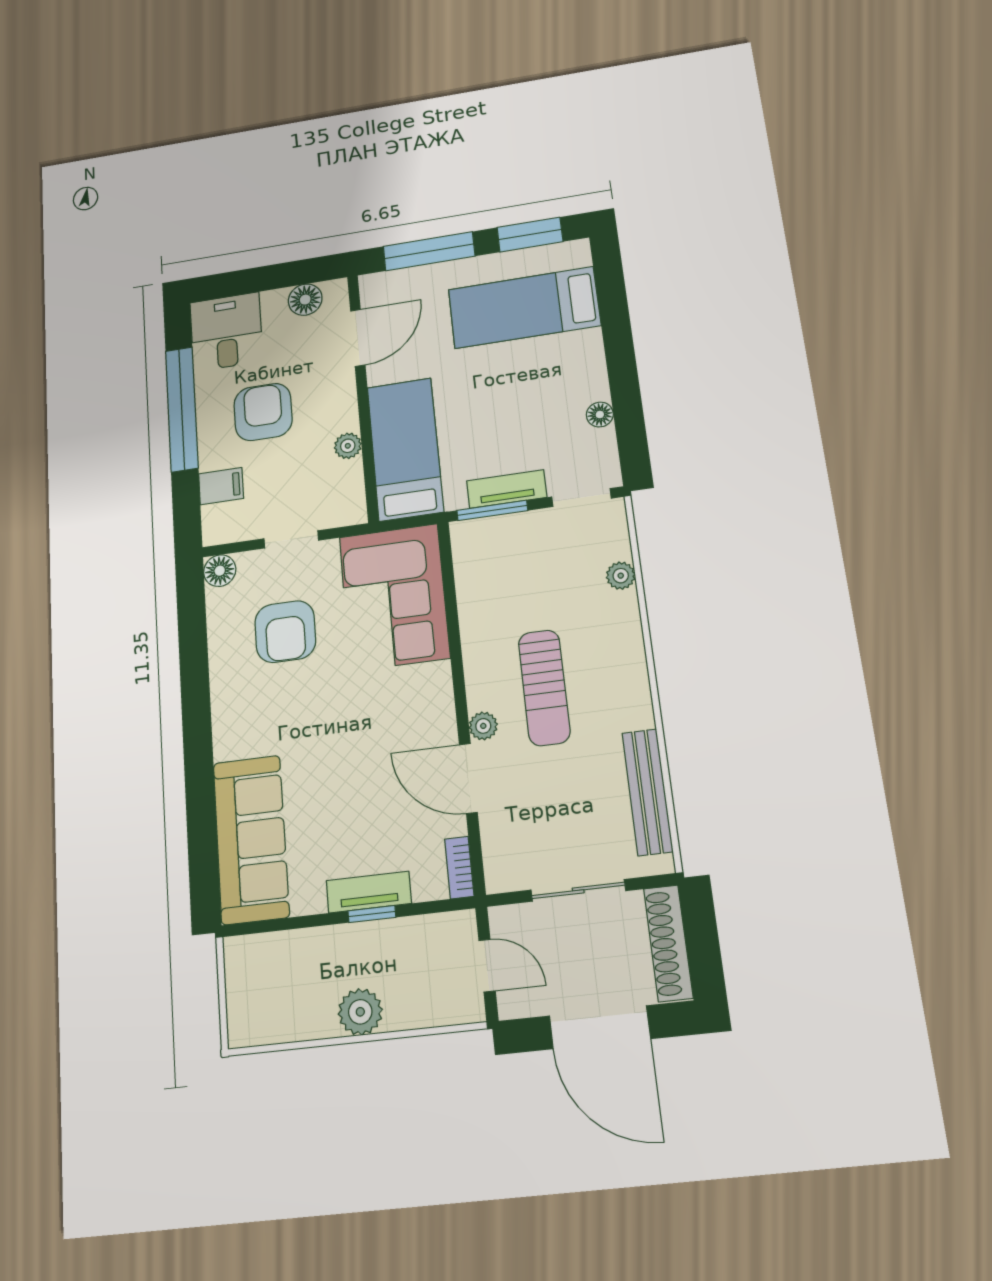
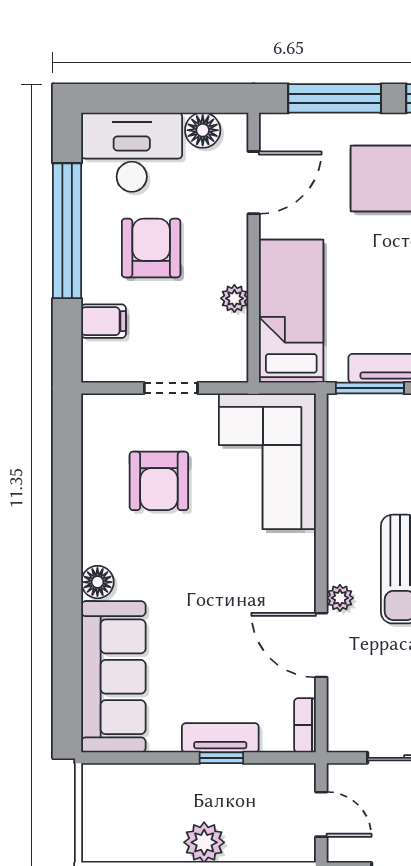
desk: (226, 332) -> (132, 152), width x1.37
floor lamp: (220, 571) -> (97, 582), moved

